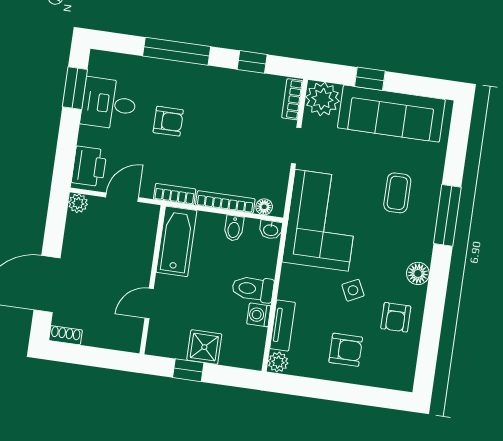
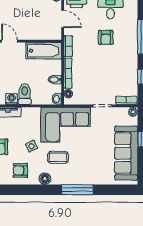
plant: (322, 99) -> (133, 112), width x0.53, depth x0.53
coffee table: (397, 193) -> (58, 157), moved

